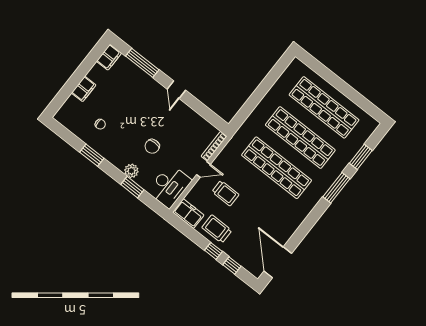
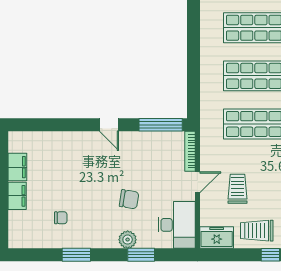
filing cabinet: (109, 57) -> (17, 167), moved
window: (142, 63) -> (161, 125), moved
chair: (152, 146) -> (129, 199), turned -81
trolley: (225, 193) -> (237, 189), turned -90

